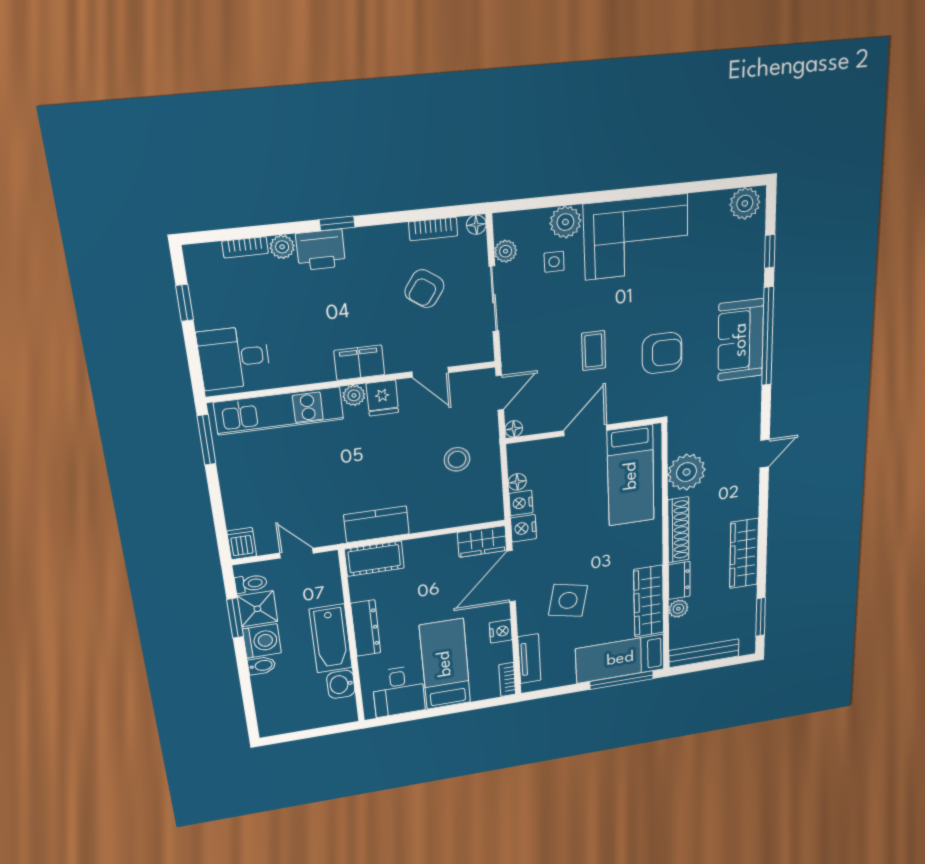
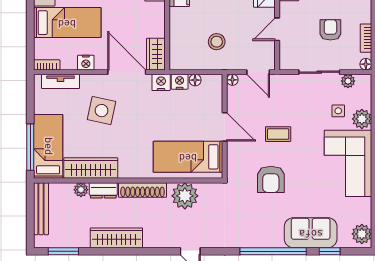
armchair: (424, 289) -> (330, 30), turned 55
sofa: (741, 340) -> (311, 233), moved

